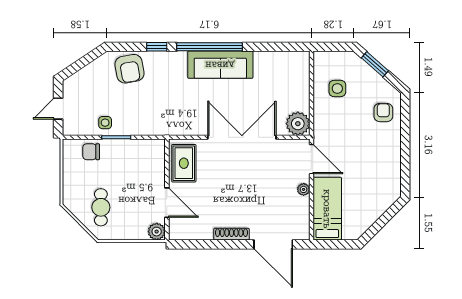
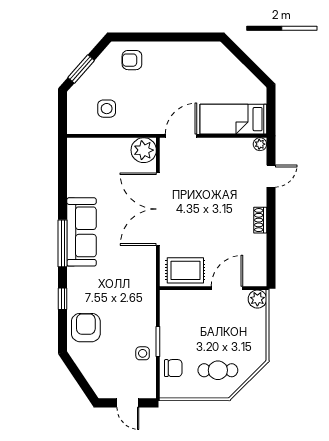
window: (209, 47) -> (63, 243), width x0.68
armchair: (130, 69) -> (86, 328), turned -80
chair: (91, 152) -> (173, 368), turned -90
plant: (304, 189) -> (260, 144), moved
cafe table: (101, 207) -> (218, 370), moved
shoe rack: (232, 234) -> (260, 220), width x0.70
door: (273, 244) -> (271, 176), width x0.53

